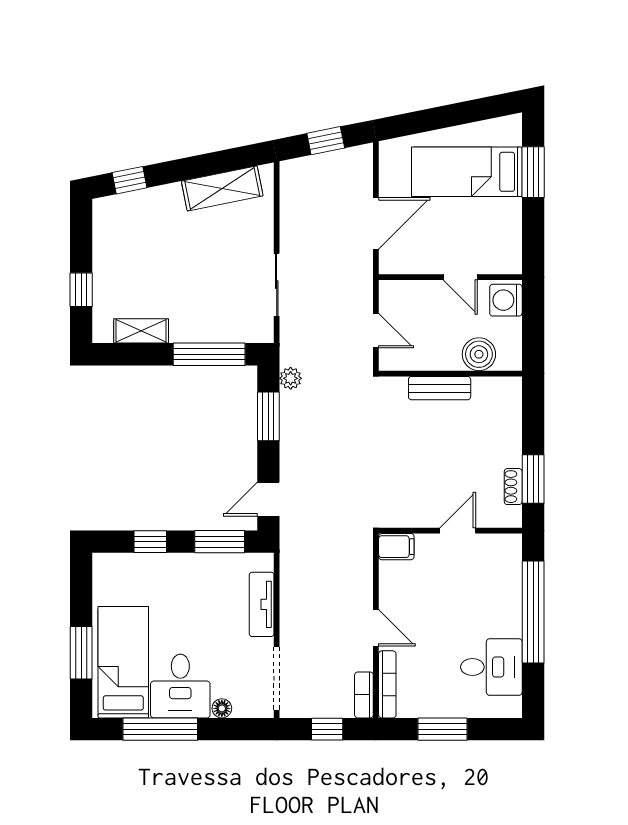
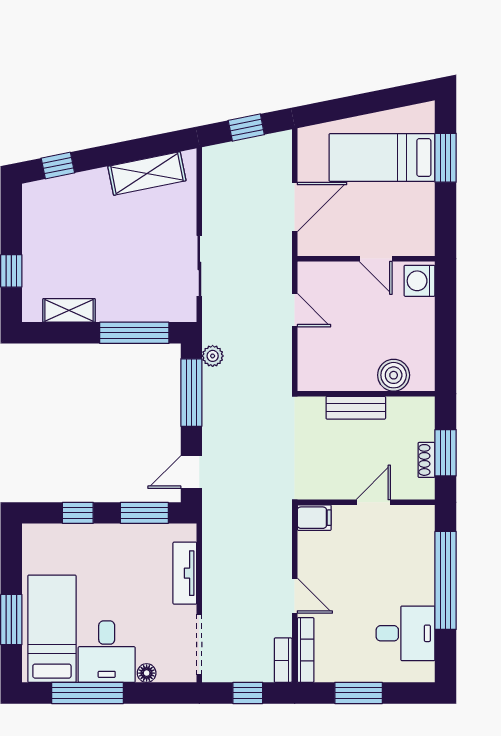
boiler: (479, 354) -> (394, 375), moved
wall: (450, 374) -> (366, 394), moved
bench: (440, 388) -> (356, 408), moved
window: (268, 416) -> (191, 393), width x1.44

